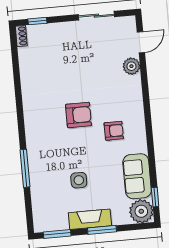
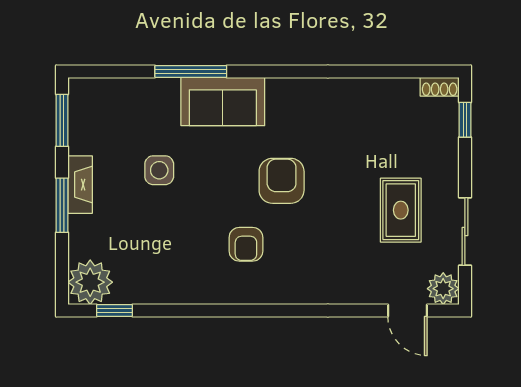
rug: (88, 51) -> (401, 210), added
plant: (131, 66) -> (443, 289), moved
armchair: (79, 115) -> (282, 181), turned 180
sofa: (137, 176) -> (223, 101), moved, turned 180
fireplace: (90, 219) -> (80, 185), width x0.73, depth x0.76

